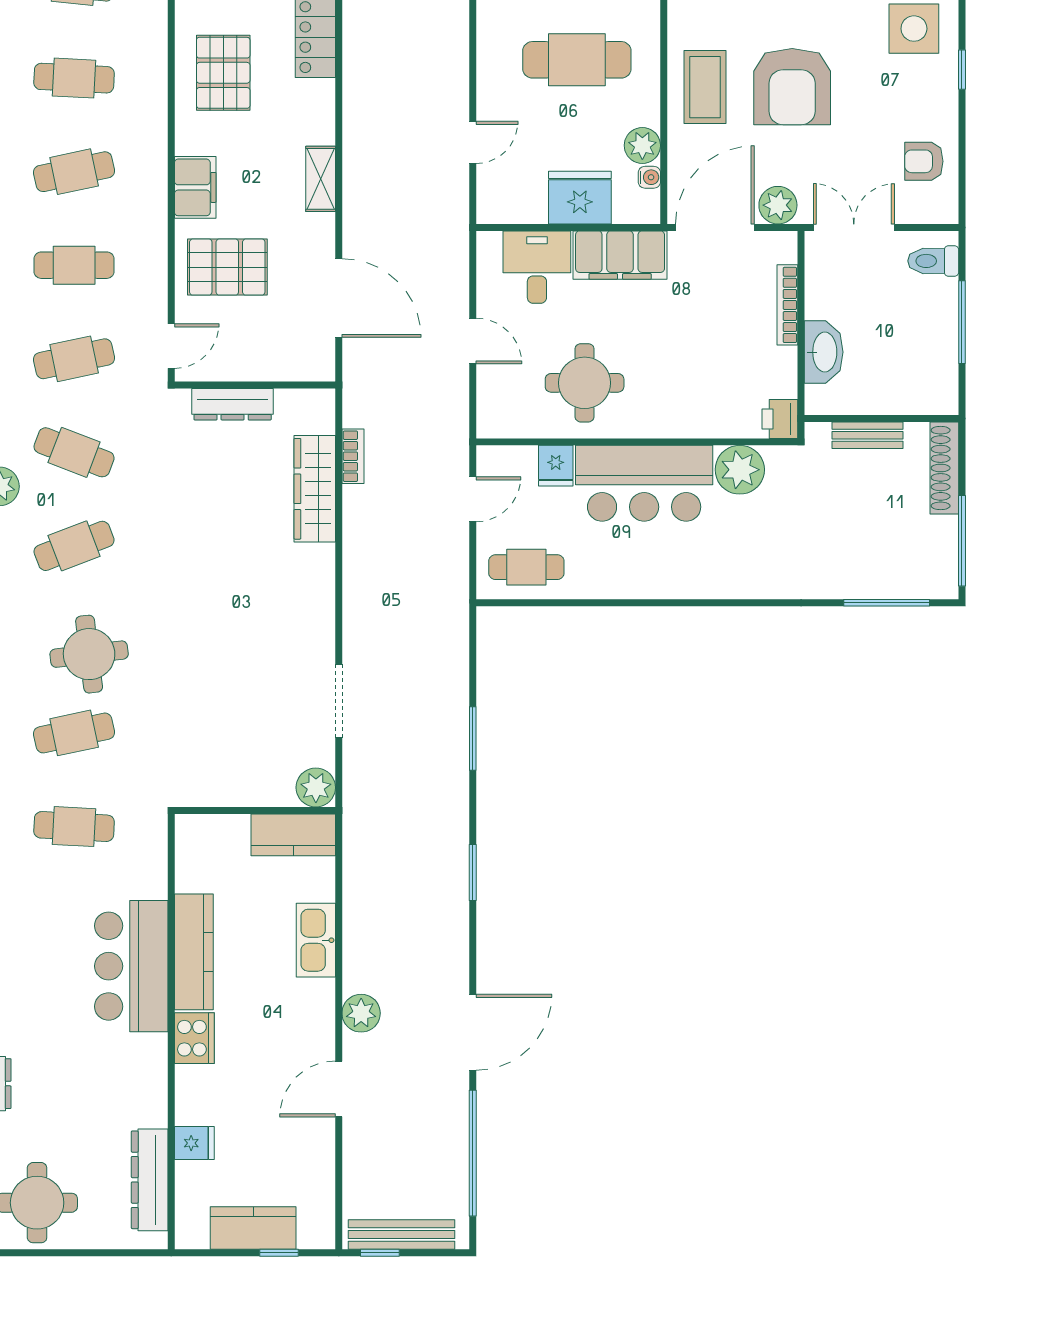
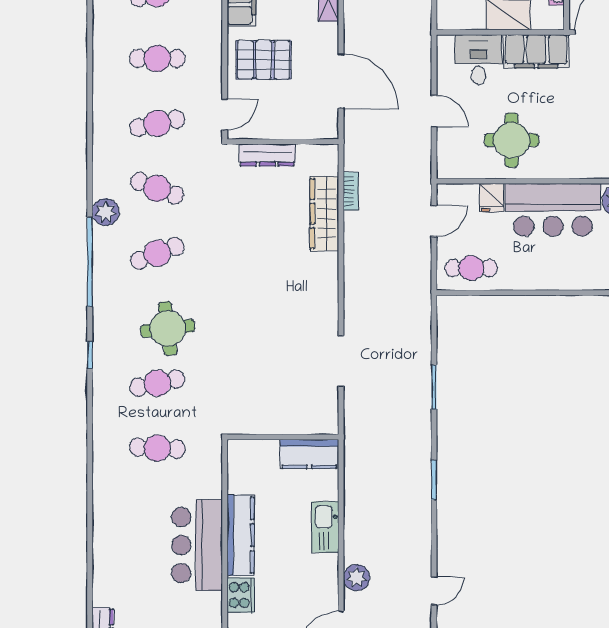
plant: (316, 788) -> (325, 421), removed
door: (473, 1032) -> (434, 591), width x0.53

